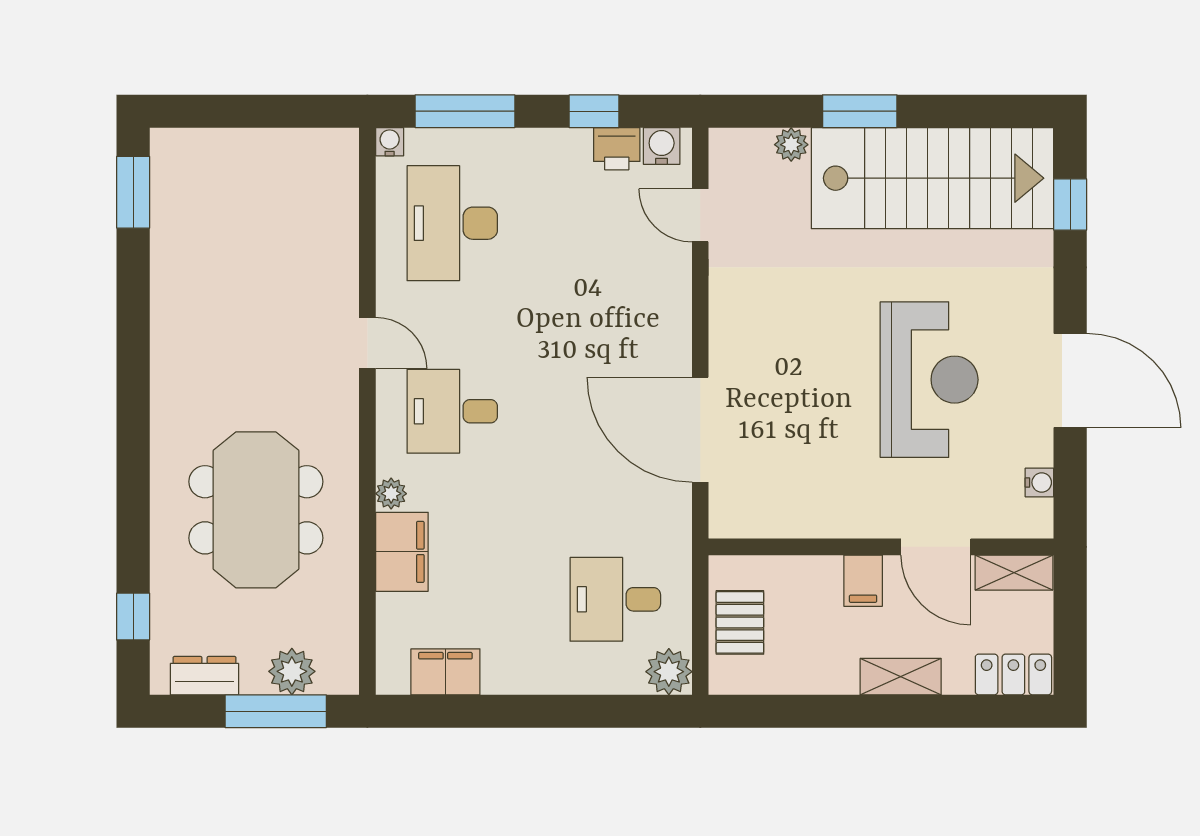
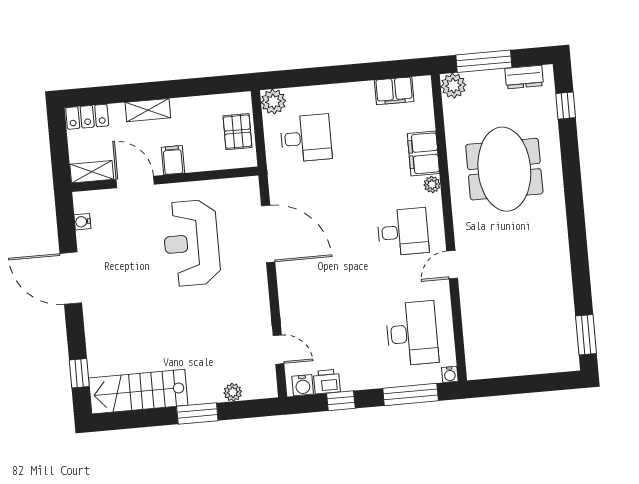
stairs: (933, 178) -> (138, 392), width x0.73, depth x0.66
door: (367, 343) -> (452, 265), hinge flipped
reception desk: (929, 380) -> (191, 243), moved
plant: (292, 671) -> (453, 86), moved

